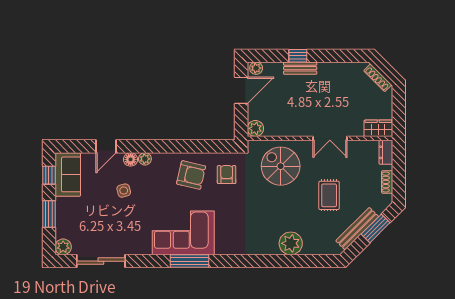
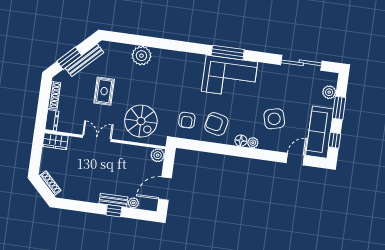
plant: (256, 68) -> (133, 203), moved
door: (106, 146) -> (295, 159), moved
floor lamp: (131, 159) -> (241, 141), moved
sofa: (68, 174) -> (320, 132), width x1.36
shoe rack: (387, 182) -> (54, 96), width x1.43
side table: (124, 191) -> (274, 119), width x1.87, depth x1.87
plant: (63, 247) -> (329, 92), moved

